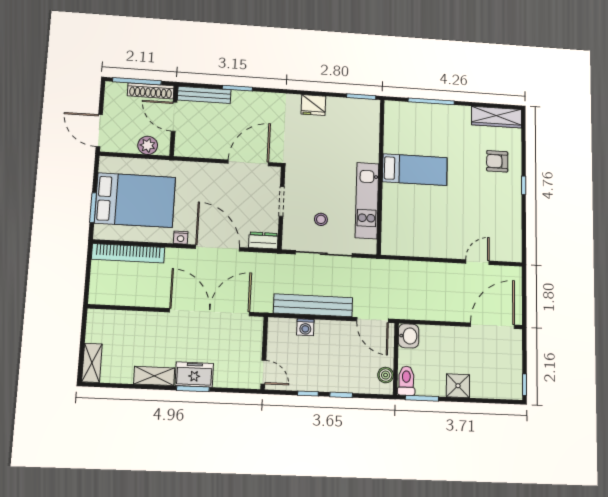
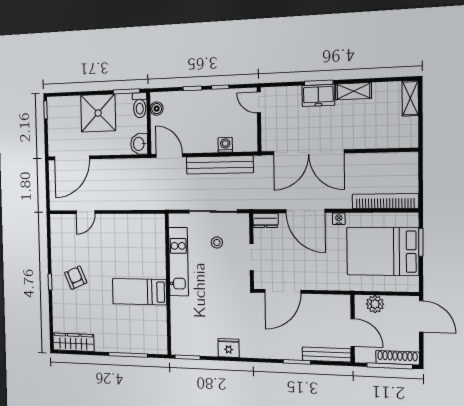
shoe rack: (151, 91) -> (397, 358), moved
armchair: (497, 161) -> (76, 278), moved, turned -113
shower: (458, 386) -> (98, 113), width x1.86, depth x1.86

